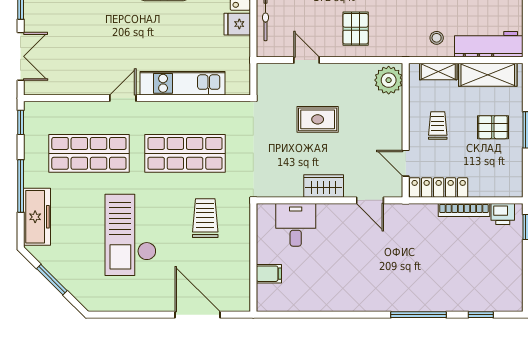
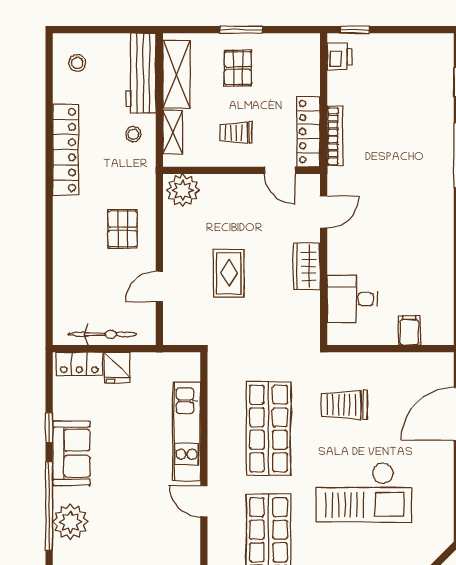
pallet: (356, 29) -> (123, 229), turned 90
door: (406, 163) -> (280, 170), hinge flipped
bookcase: (464, 210) -> (335, 136), moved

